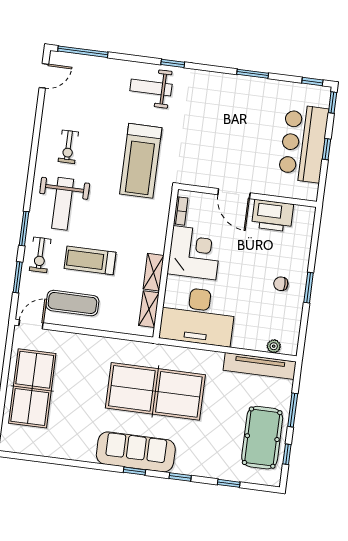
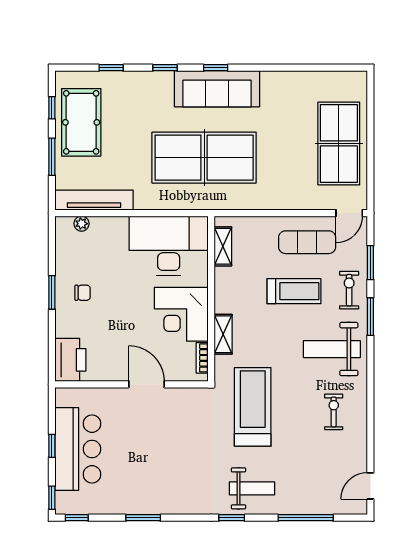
window: (83, 52) -> (306, 518), moved
weight bench: (63, 204) -> (332, 349), turned -90
printer: (273, 216) -> (70, 360), moved, turned 90
shelving: (153, 272) -> (223, 334), moved

